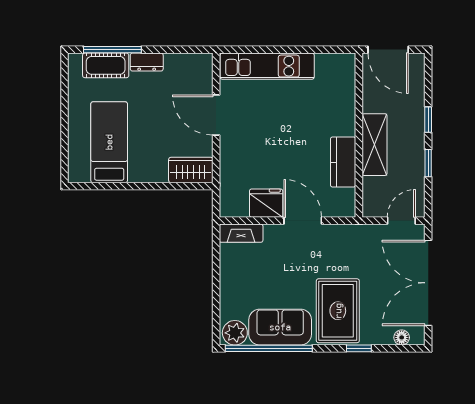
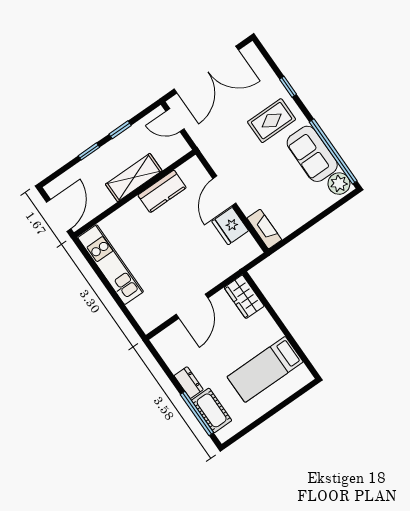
kitchen unit: (267, 66) -> (111, 265), moved
rug: (338, 311) -> (272, 121), width x0.73, depth x0.70
floor lamp: (402, 337) -> (259, 61), removed

